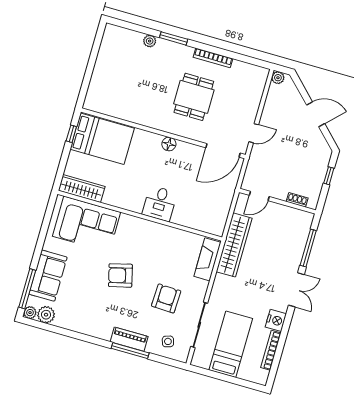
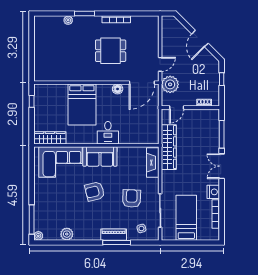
plant: (278, 78) -> (170, 84), moved, width x1.88, depth x1.88
dining table: (194, 97) -> (111, 51), turned 90
door: (316, 114) -> (200, 39), swing flipped
bed: (102, 139) -> (82, 104), moved, turned 90
floor lamp: (169, 144) -> (118, 89), moved
sofa: (48, 276) -> (100, 156), moved, turned 90
double door: (296, 290) -> (222, 166), swing flipped
plant: (46, 315) -> (67, 234), moved

